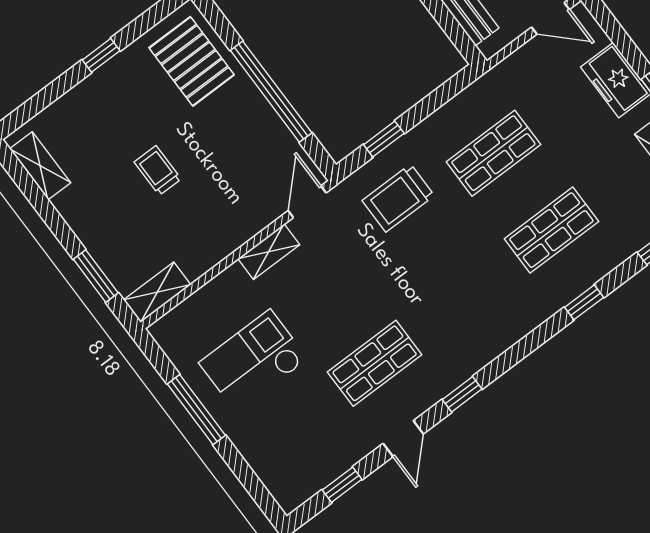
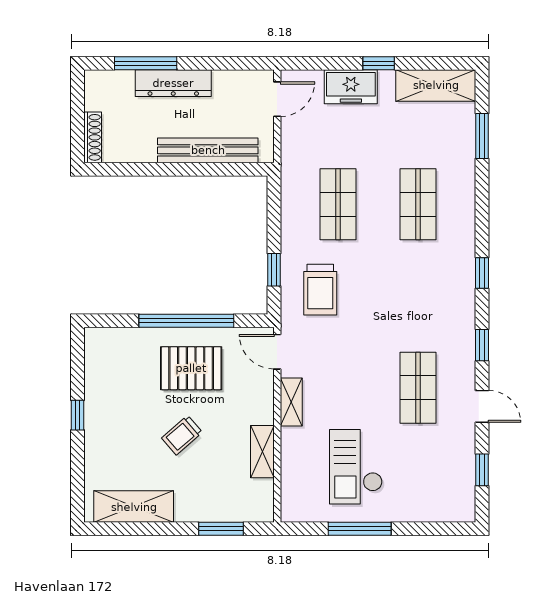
pallet: (192, 61) -> (191, 368), moved
shelving: (40, 166) -> (134, 507), width x1.50, depth x1.33
trolley: (158, 170) -> (182, 435), turned -41
shelving: (157, 292) -> (262, 452), moved
window: (584, 302) -> (482, 273), moved

